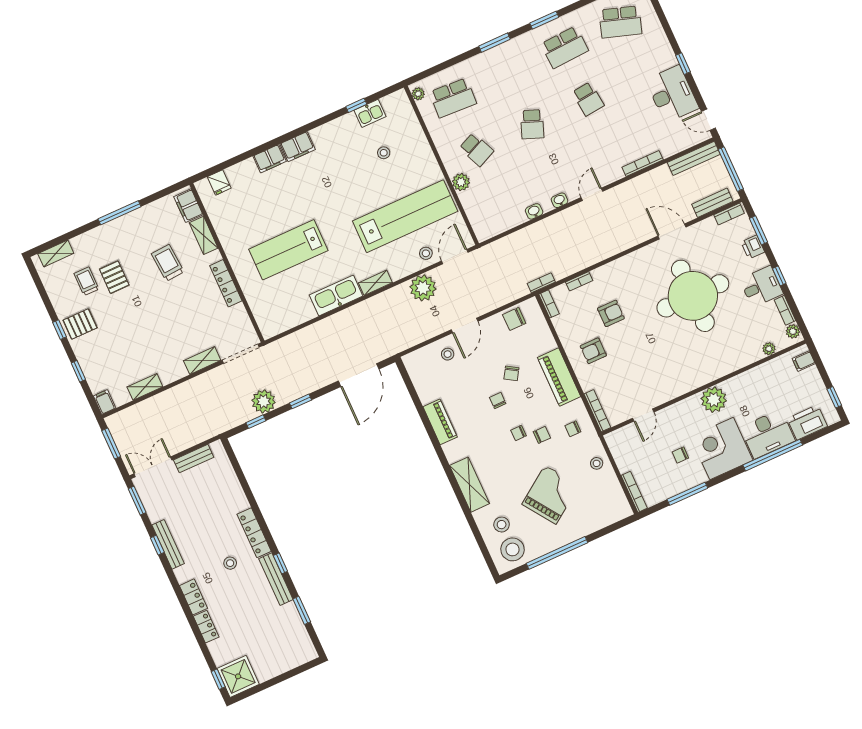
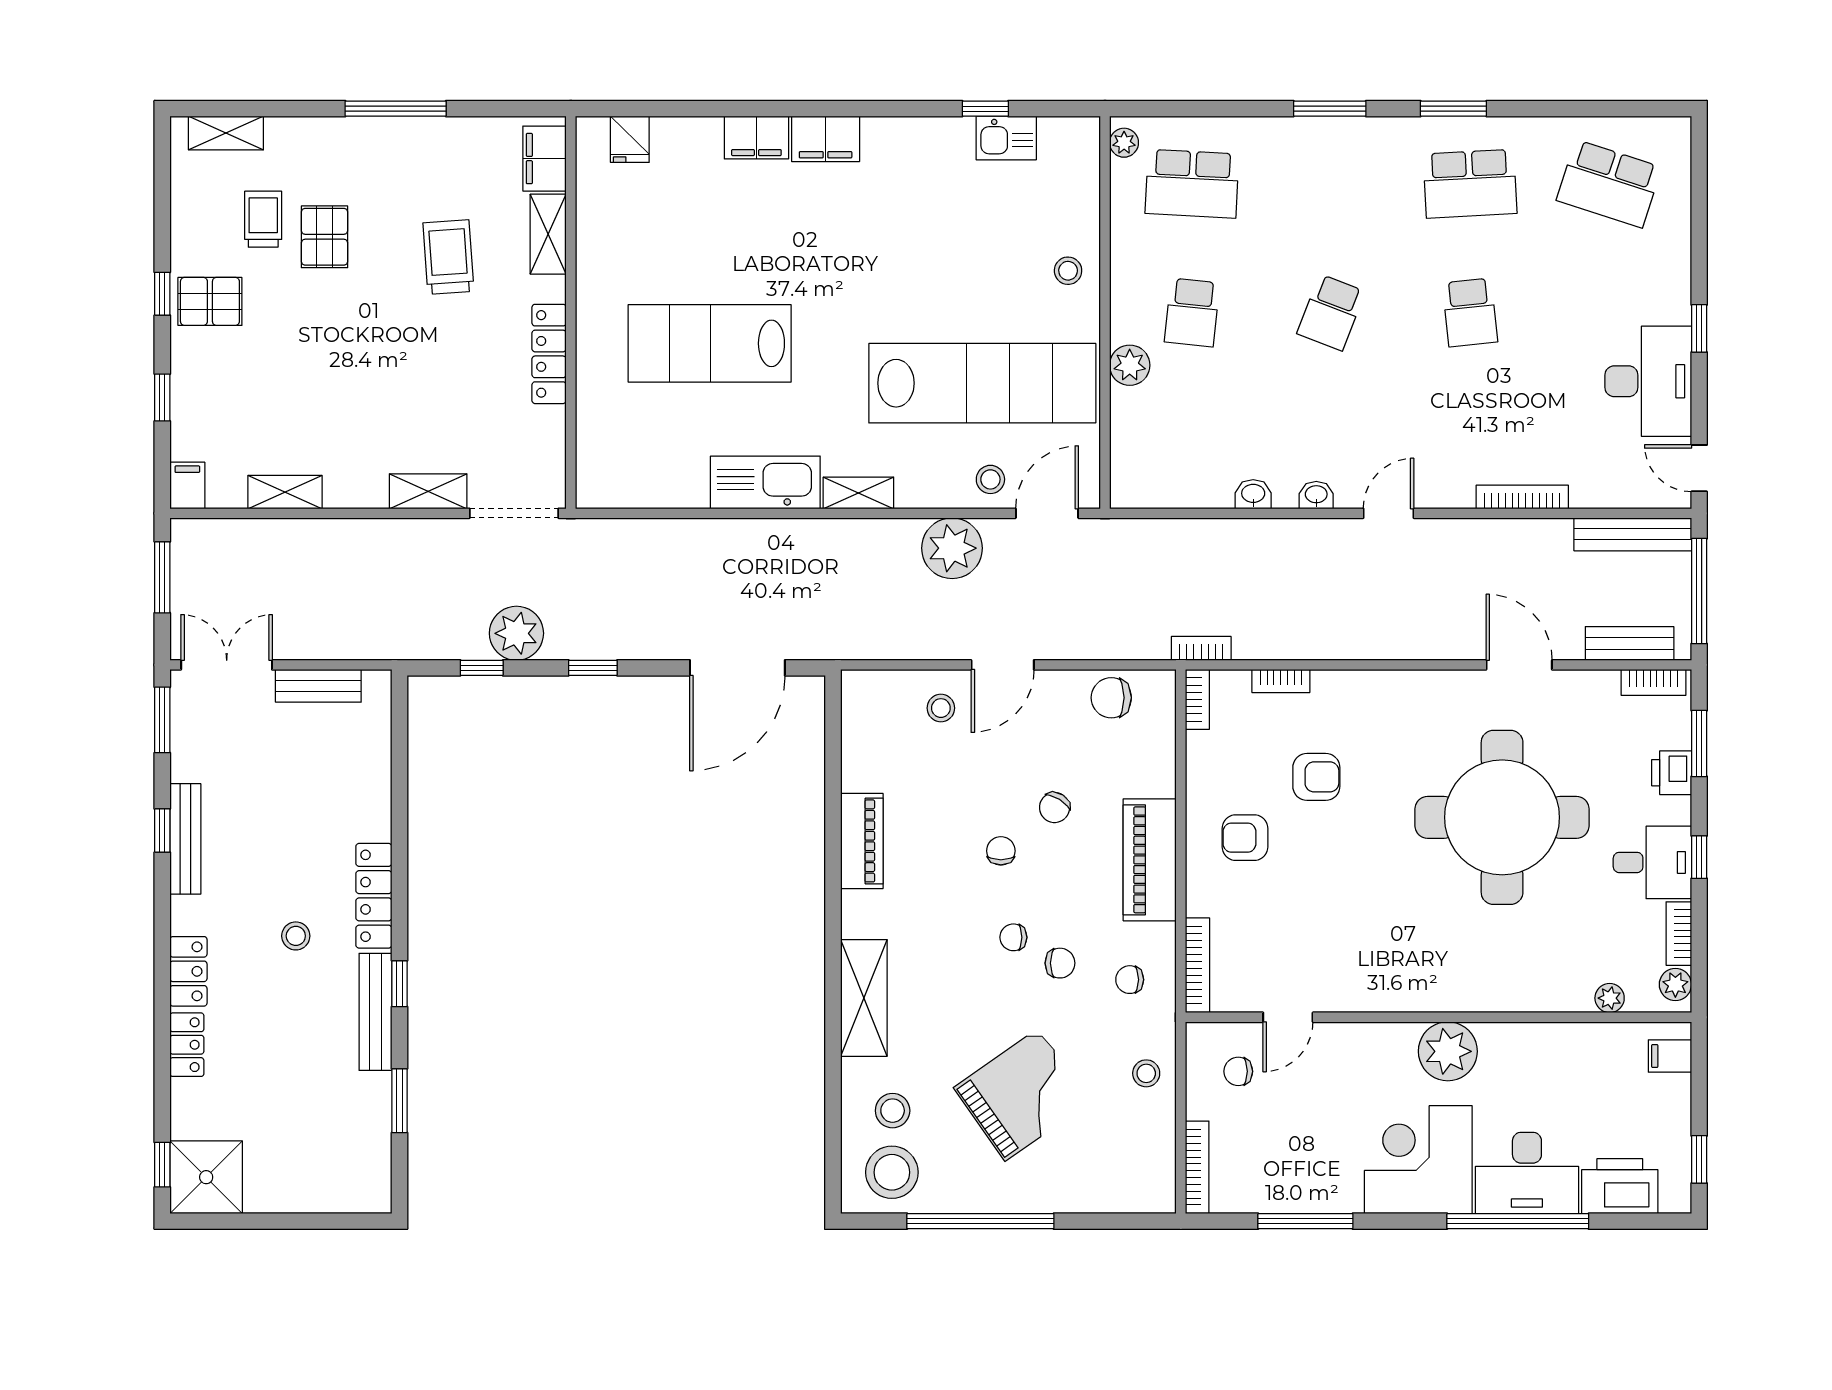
school desk: (476, 150) -> (1192, 313), turned 30
stool: (384, 153) -> (1068, 271), moved
chair: (680, 455) -> (1238, 1071), moved

